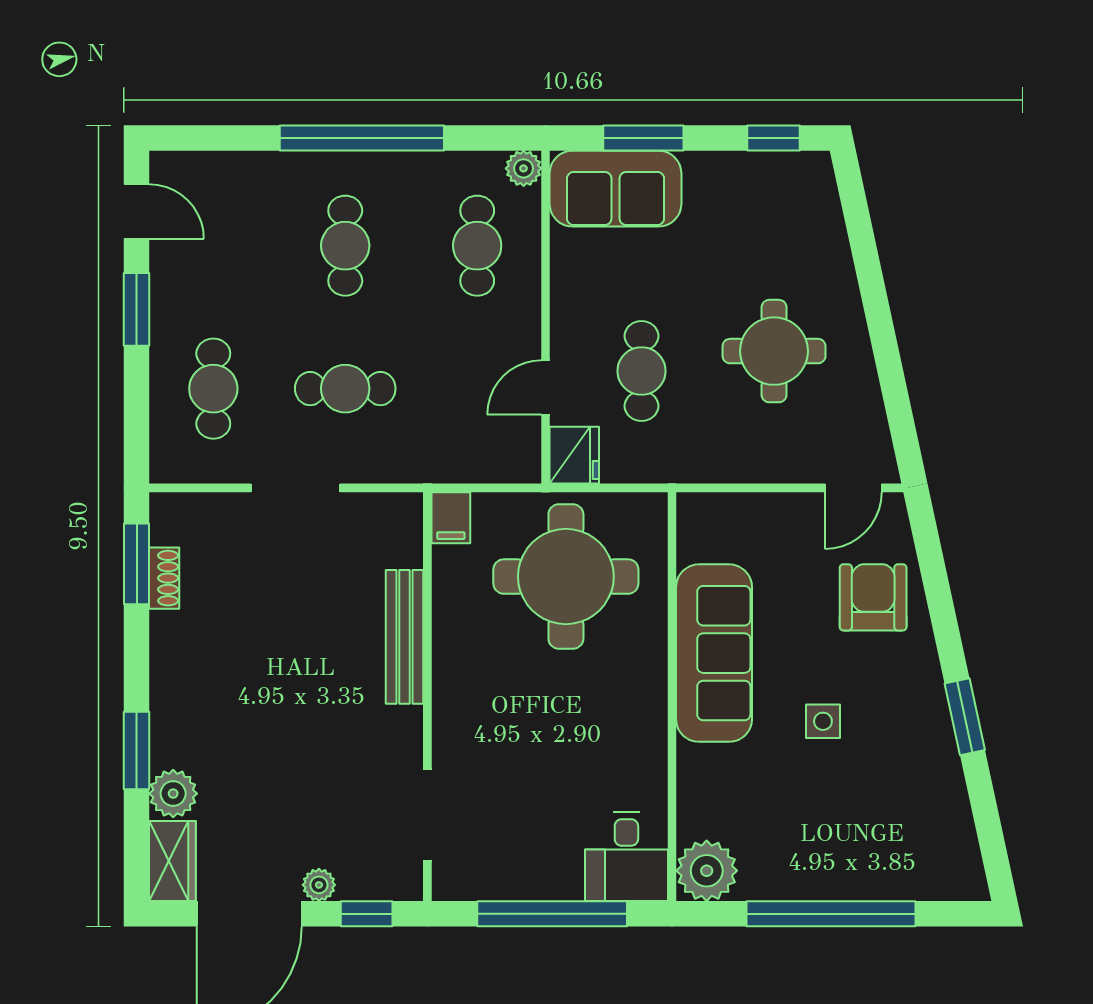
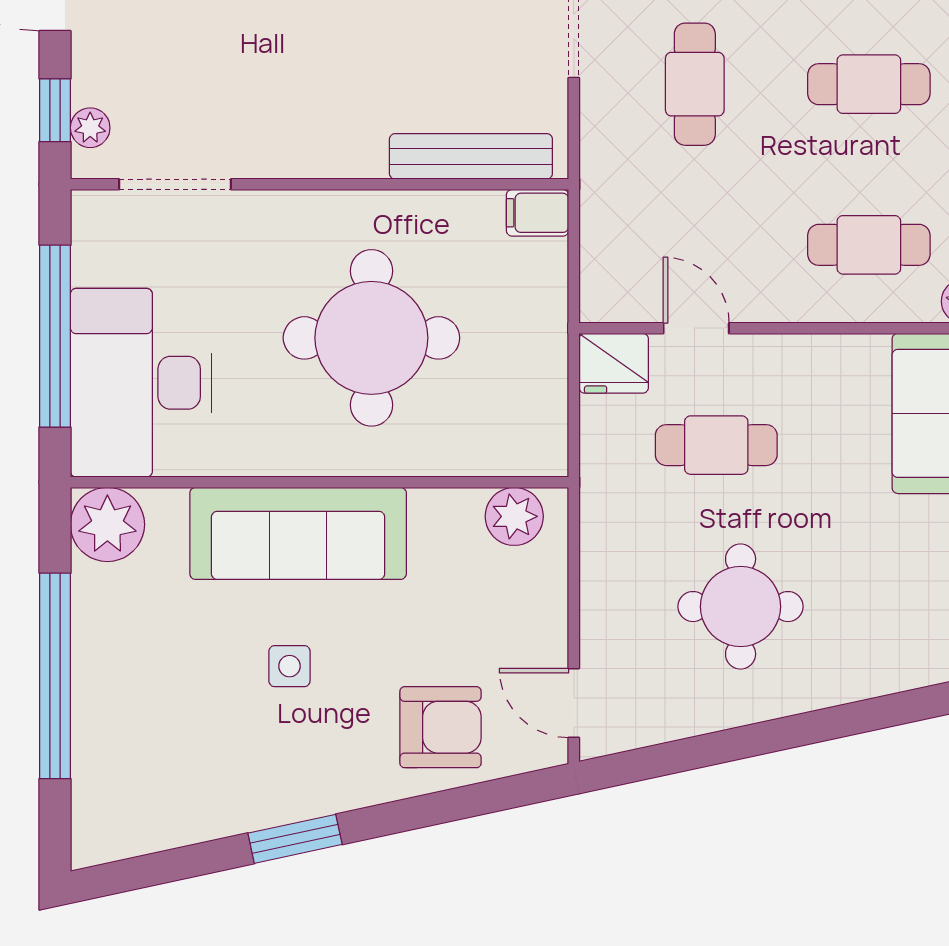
plant: (700, 537) -> (514, 516), added
round table: (566, 577) -> (371, 338), moved
bench: (404, 637) -> (471, 156), moved
sofa: (714, 653) -> (298, 533), moved
desk: (626, 857) -> (141, 383), width x1.87, depth x1.30
plant: (319, 885) -> (90, 128), moved

